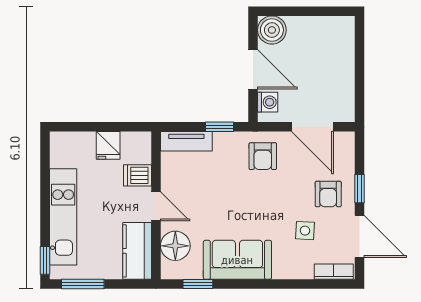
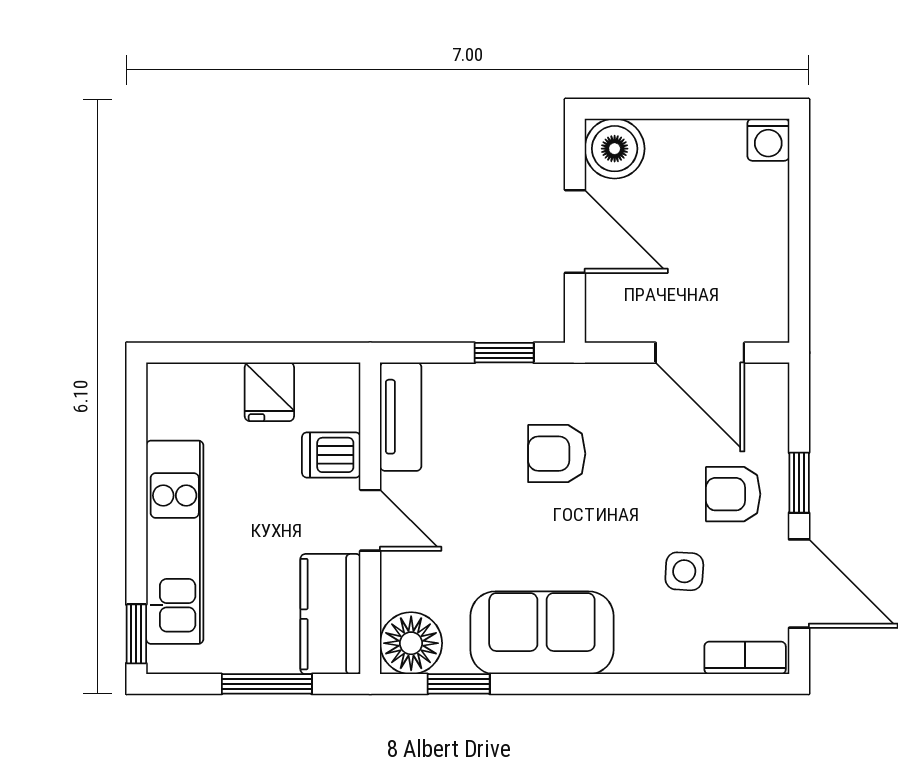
washing machine: (268, 102) -> (768, 140), moved, turned 90
tv unit: (186, 141) -> (401, 417), moved, turned -90
armchair: (263, 156) -> (557, 454), moved, turned 90
armchair: (328, 194) -> (733, 494), turned 90
floor lamp: (175, 246) -> (411, 643), moved
window: (83, 284) -> (267, 684), moved

